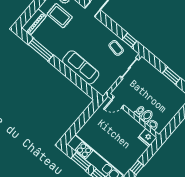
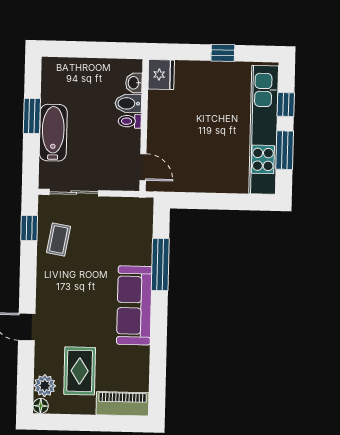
window: (41, 50) -> (160, 264), moved
sofa: (81, 67) -> (134, 305), moved
bathtub: (158, 79) -> (53, 133), added

